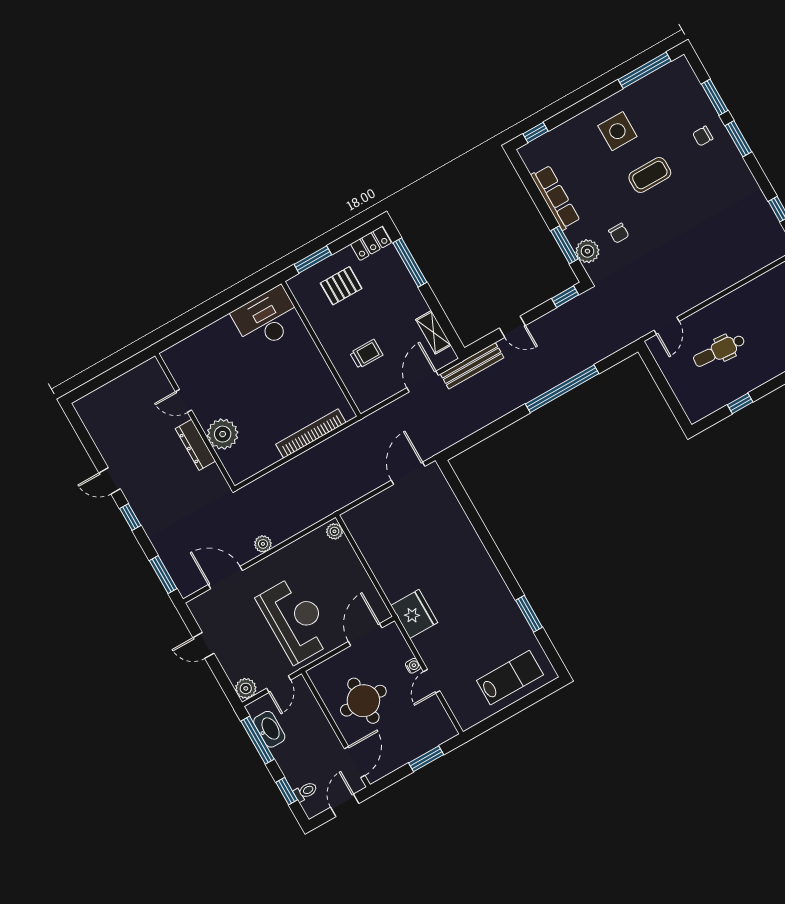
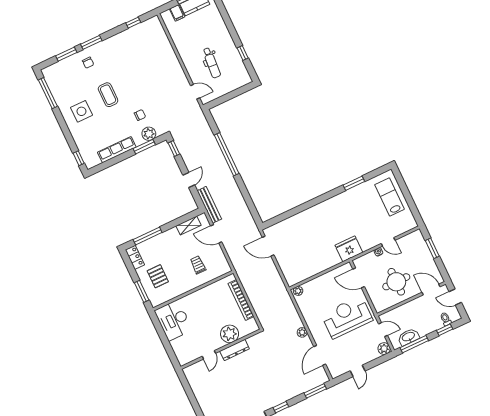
door: (184, 401) -> (209, 355), moved
wall: (195, 421) -> (221, 349), moved
plant: (223, 434) -> (230, 334), moved
dresser: (195, 445) -> (235, 350), moved

